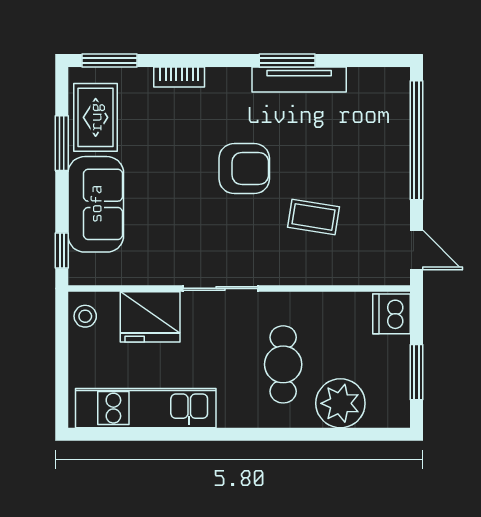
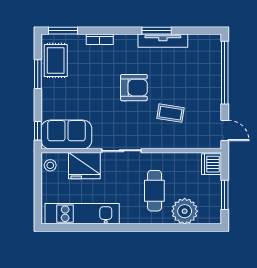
sofa: (96, 204) -> (66, 134), moved, turned -90

